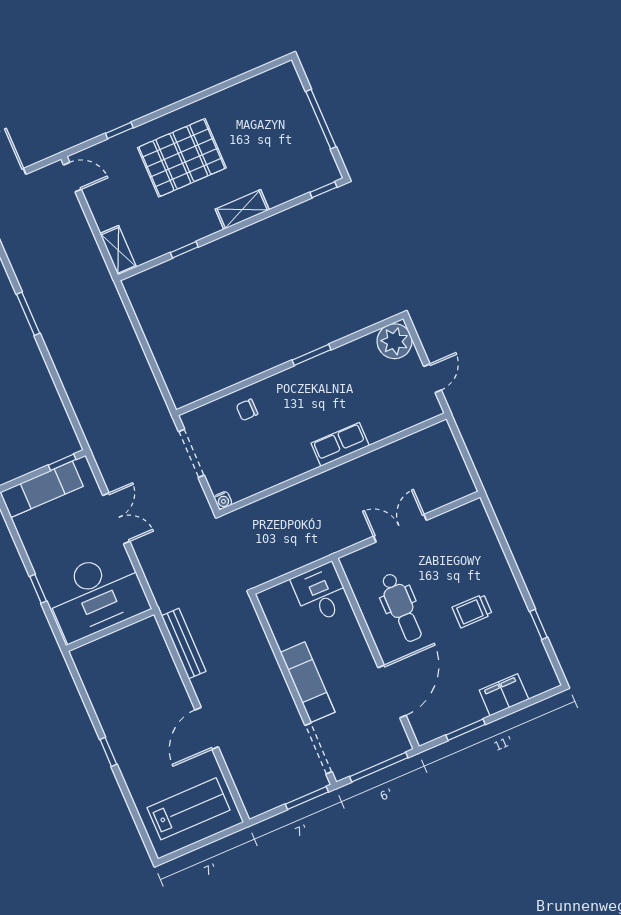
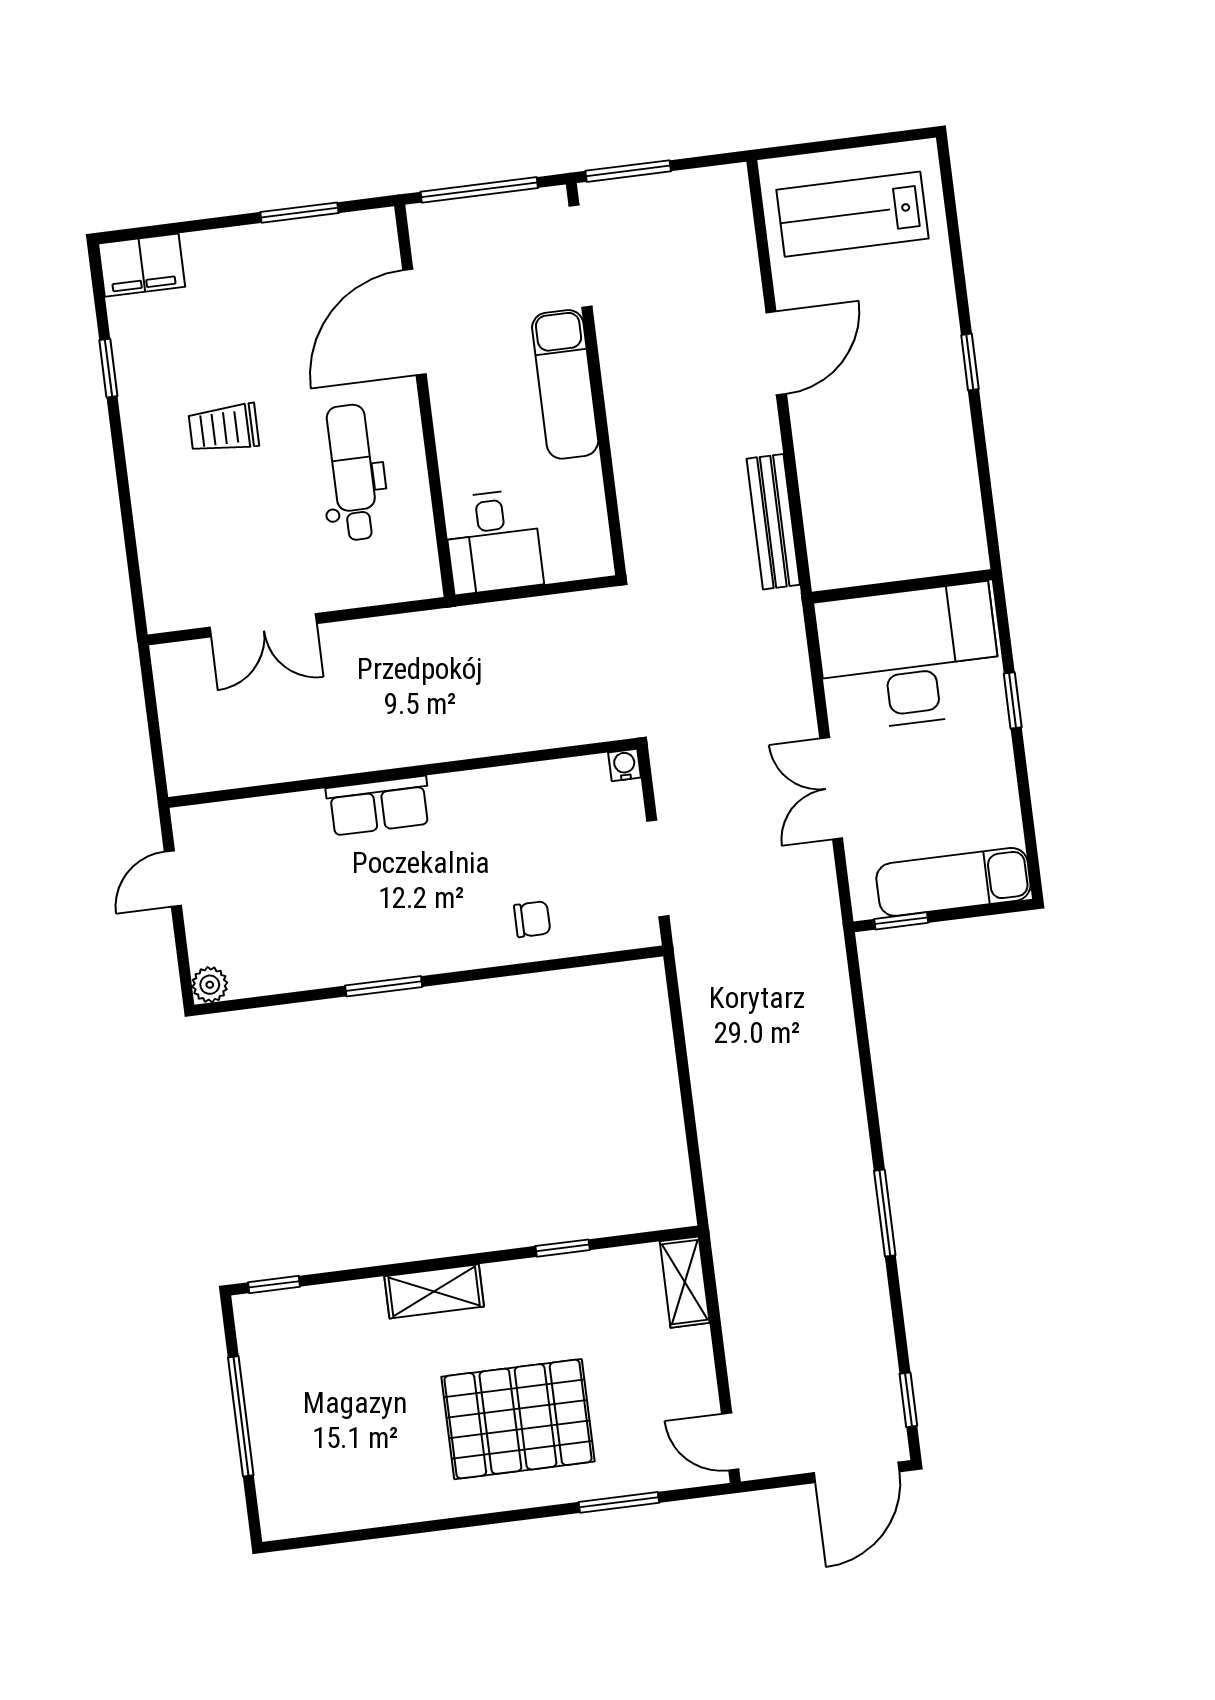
window: (119, 131) -> (619, 1502), width x1.50
plant: (394, 341) -> (210, 985), width x0.53, depth x0.53
double door: (400, 528) -> (263, 625), moved
trolley: (472, 611) -> (224, 428), turned 180
filing cabinet: (504, 695) -> (142, 265), moved

